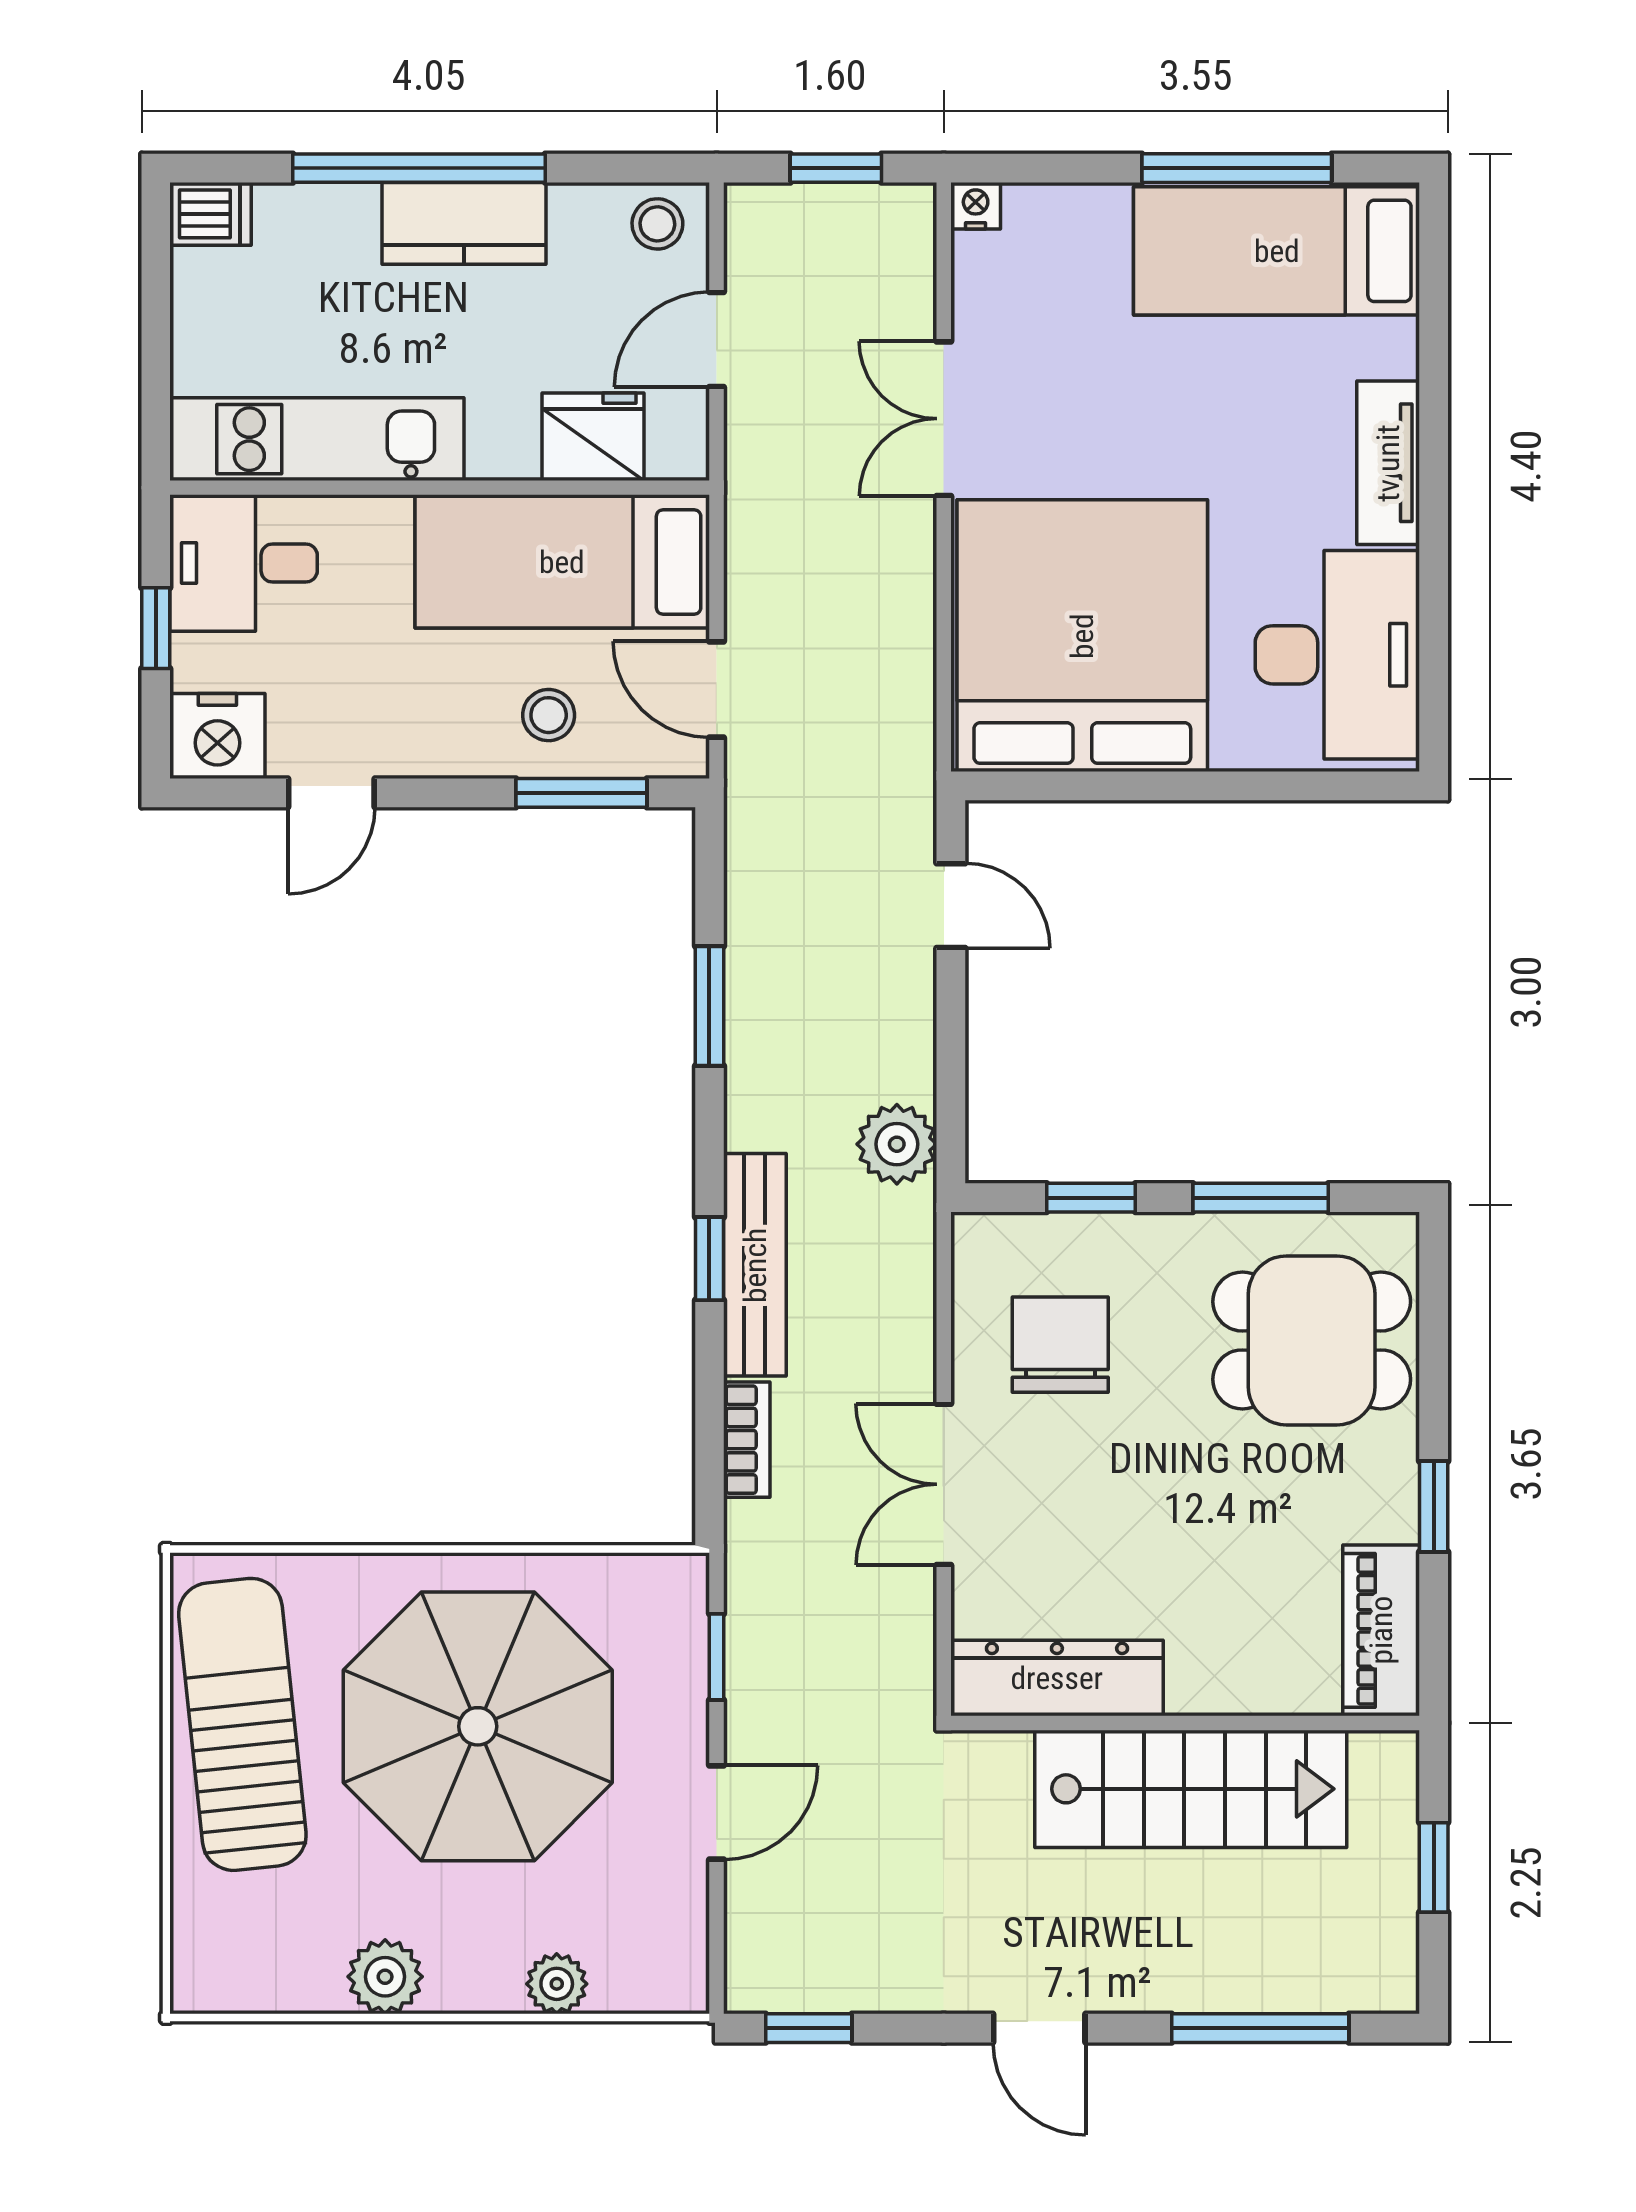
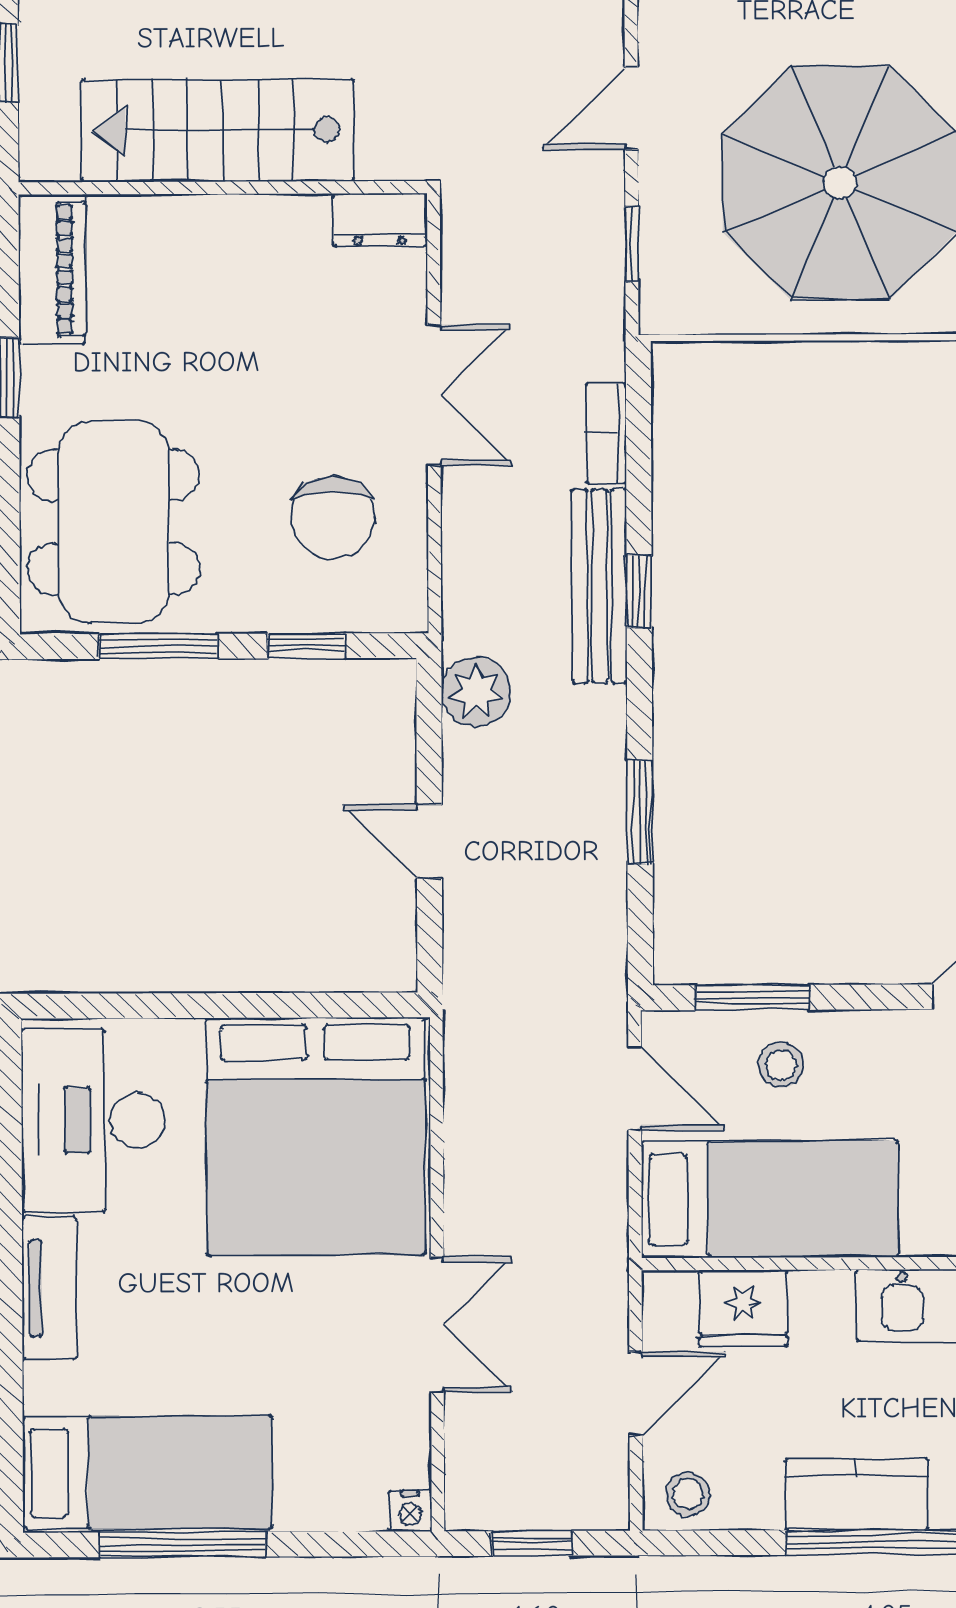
door: (951, 906) -> (429, 842), moved
dining table: (1312, 1340) -> (113, 522), width x1.37
dresser: (1057, 1678) -> (380, 220), width x0.51, depth x0.80

